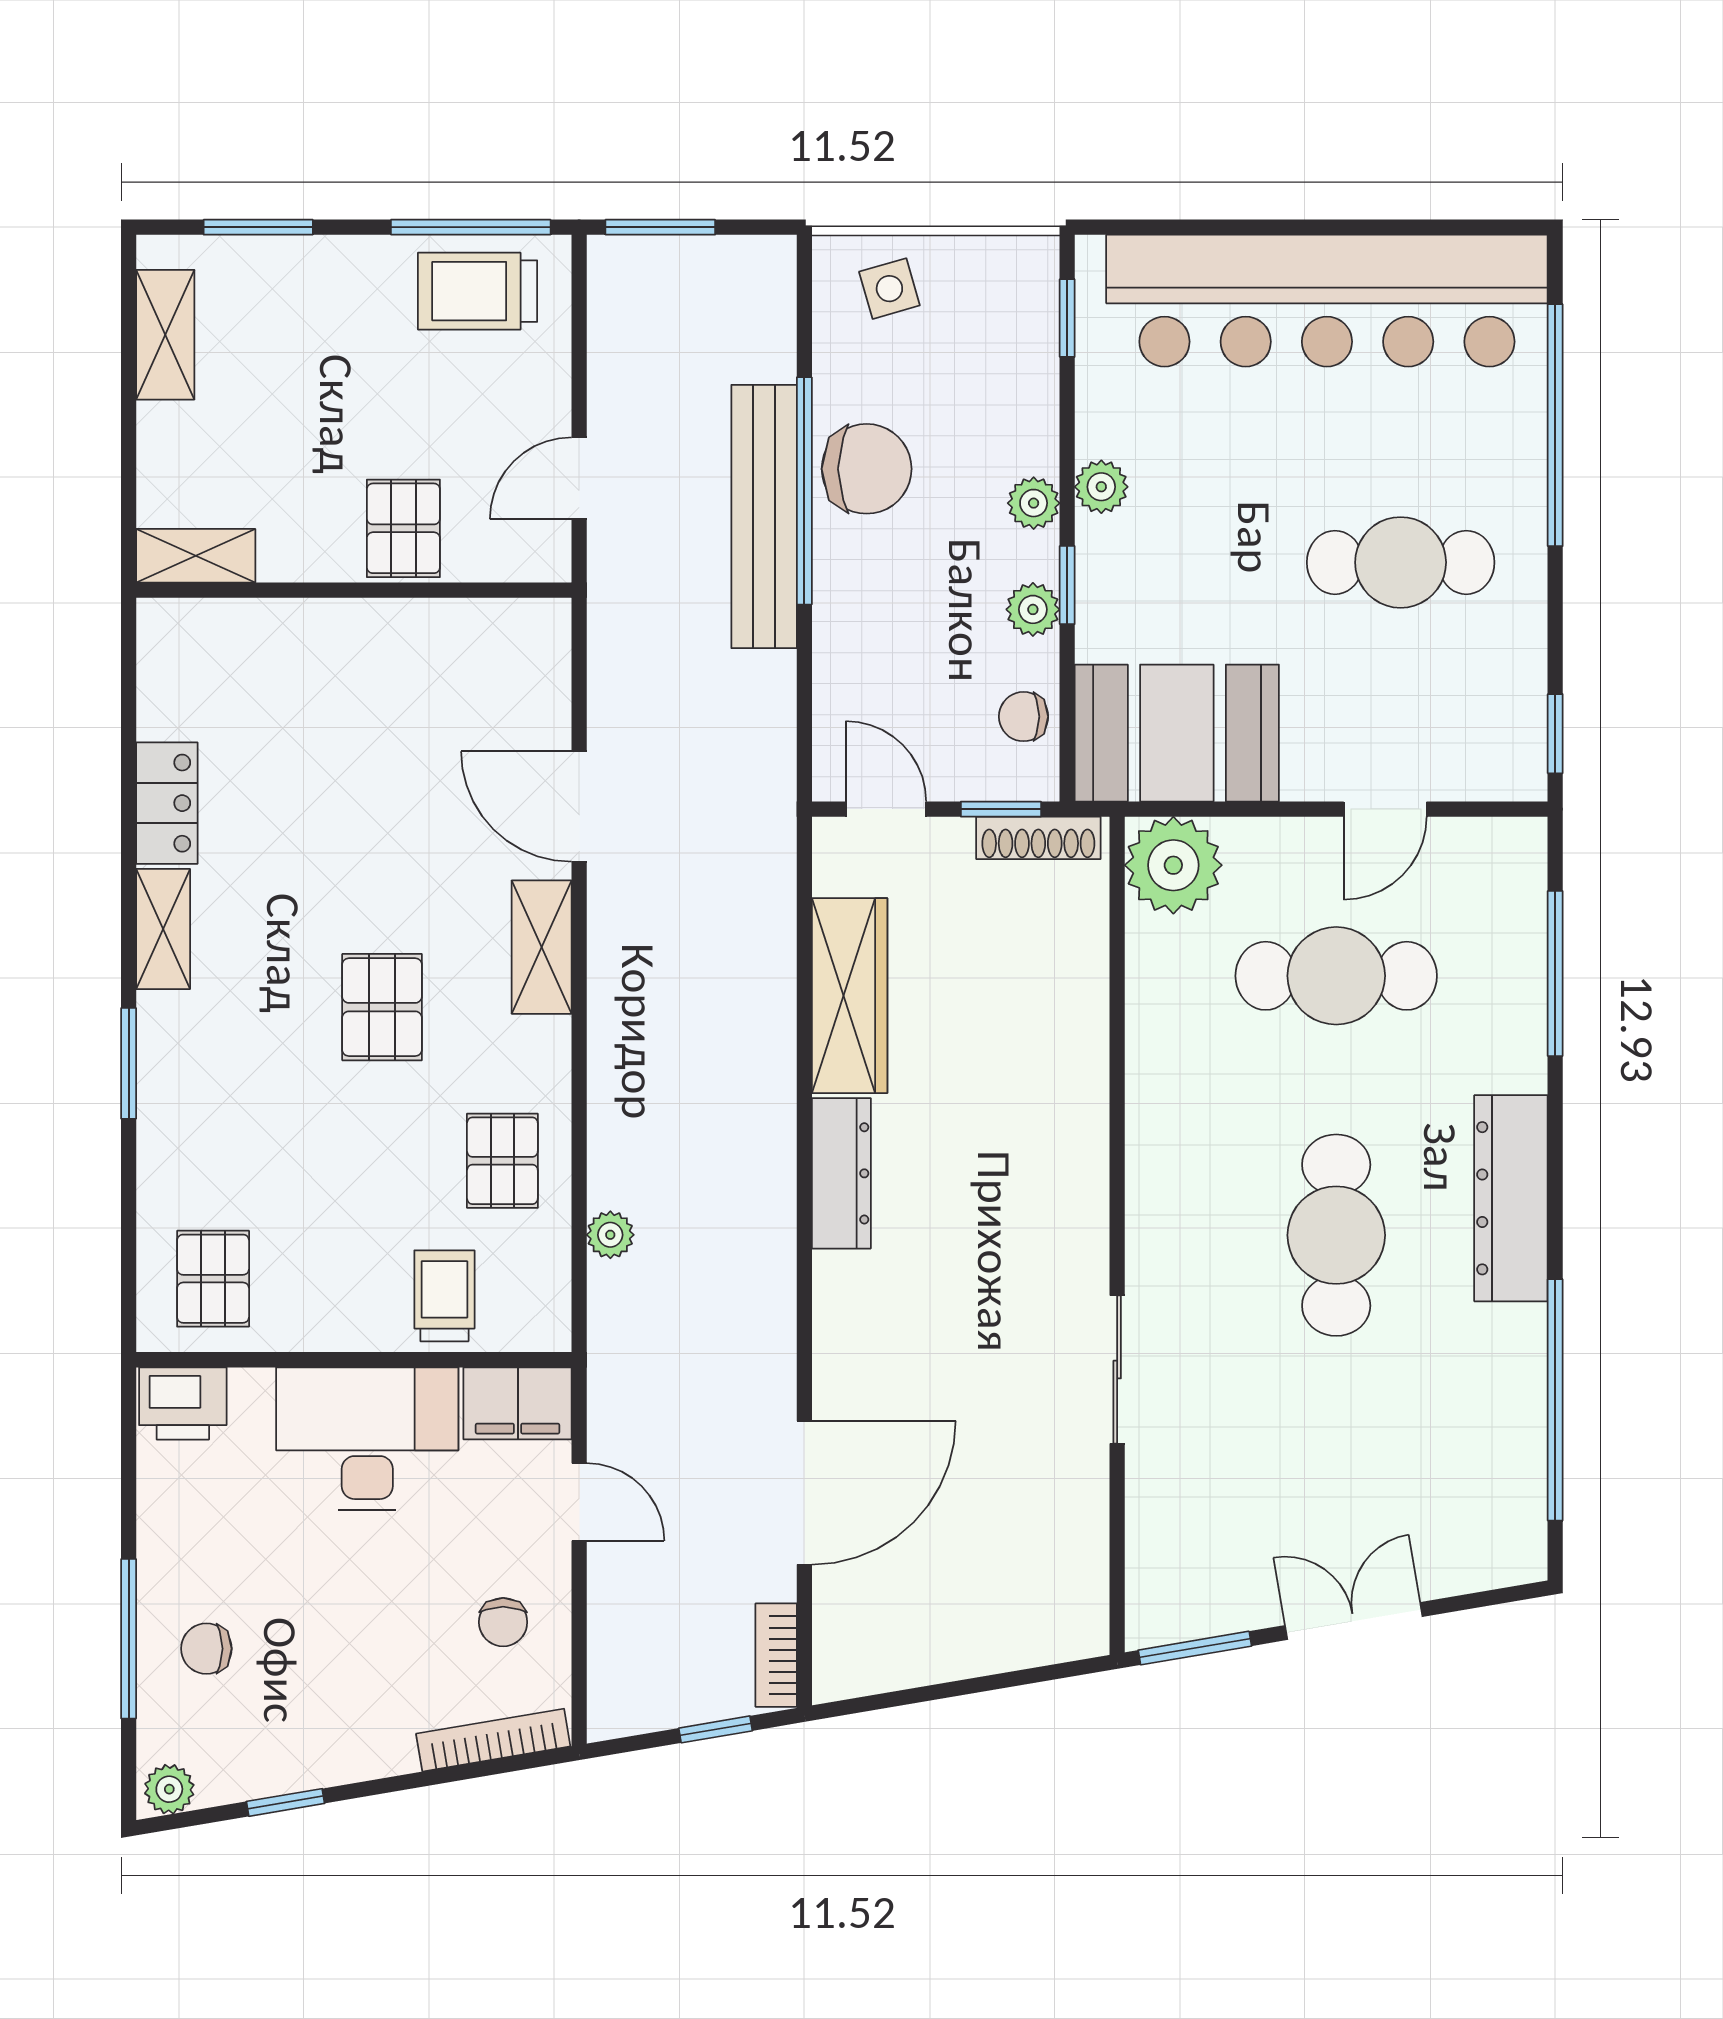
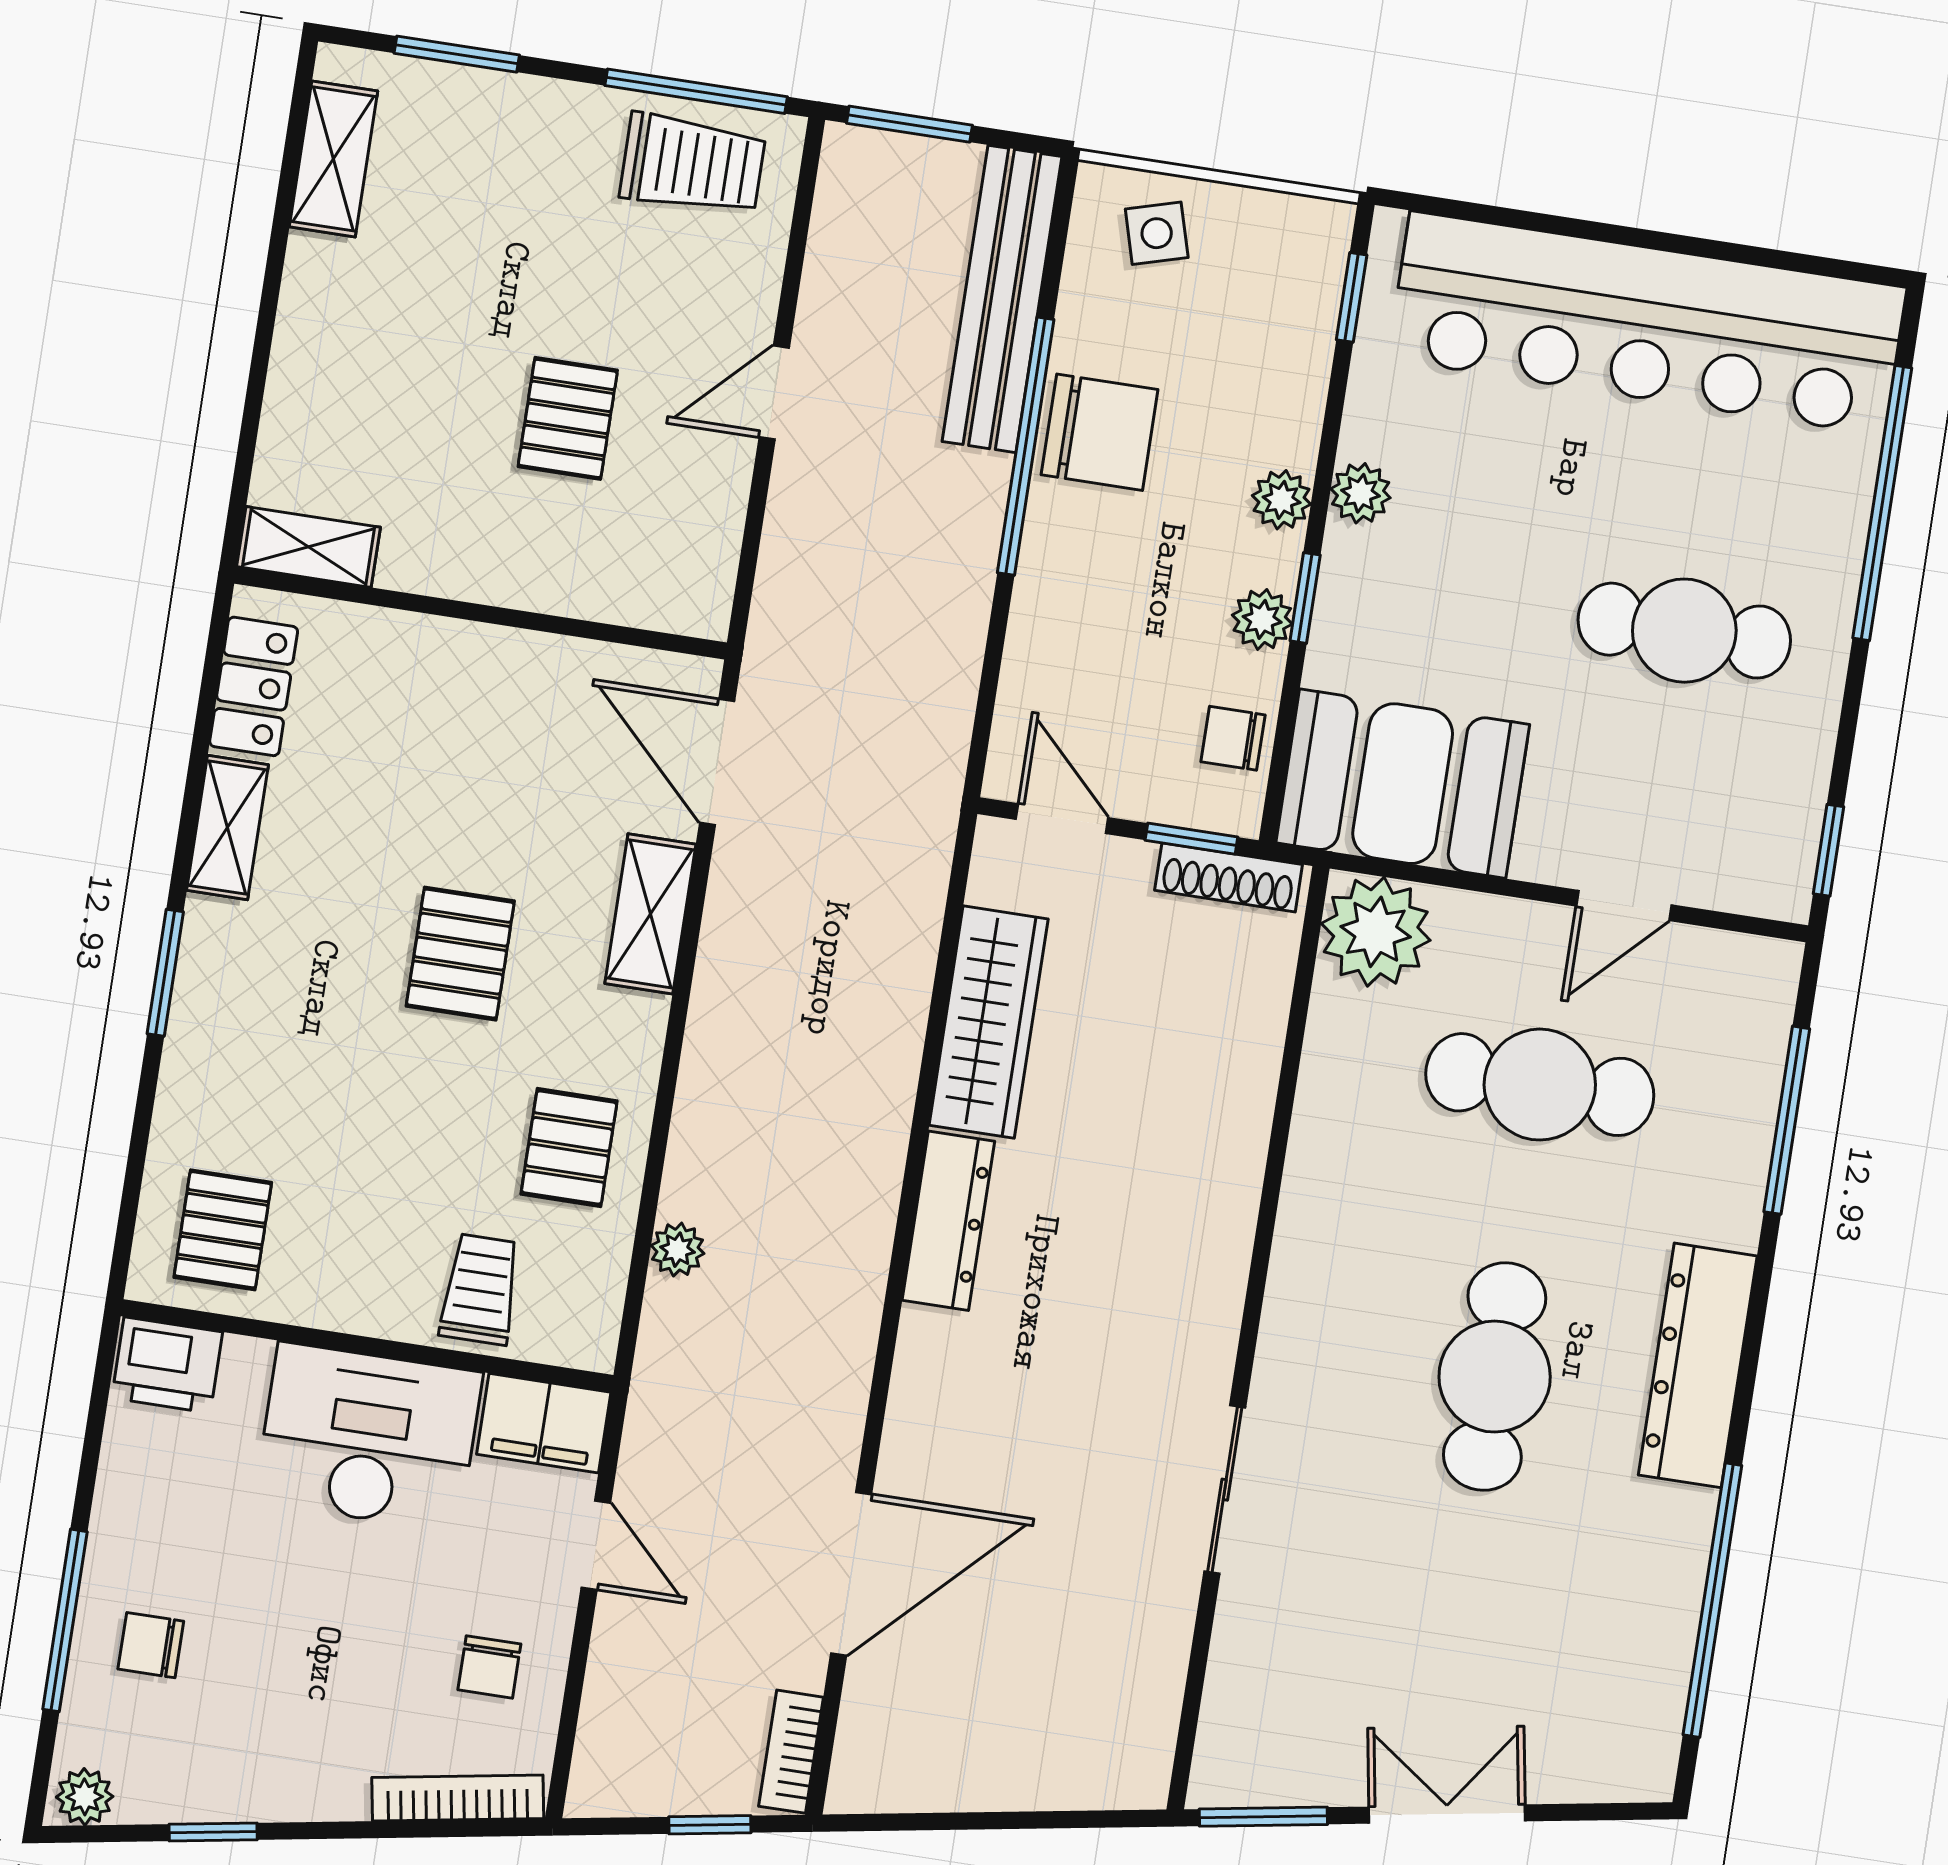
trolley: (478, 291) -> (693, 164), turned 180
bench: (764, 516) -> (1002, 299), moved
shelving: (196, 556) -> (308, 547), moved
wall: (354, 590) -> (481, 613), moved

